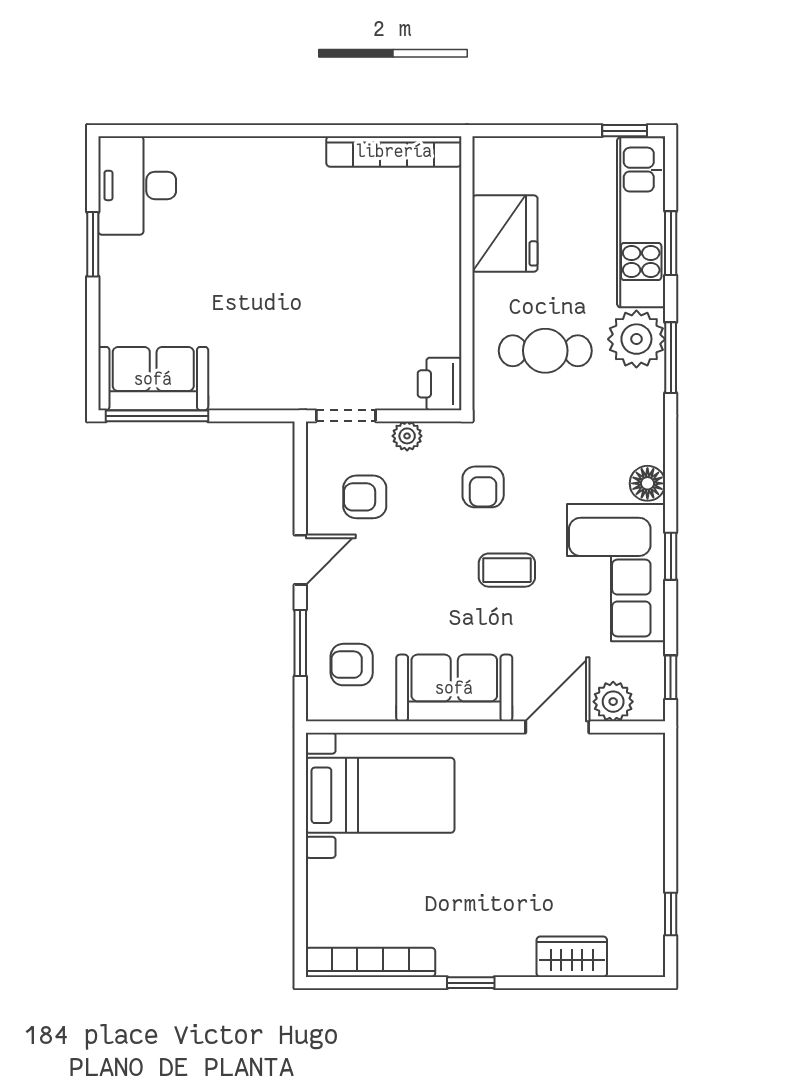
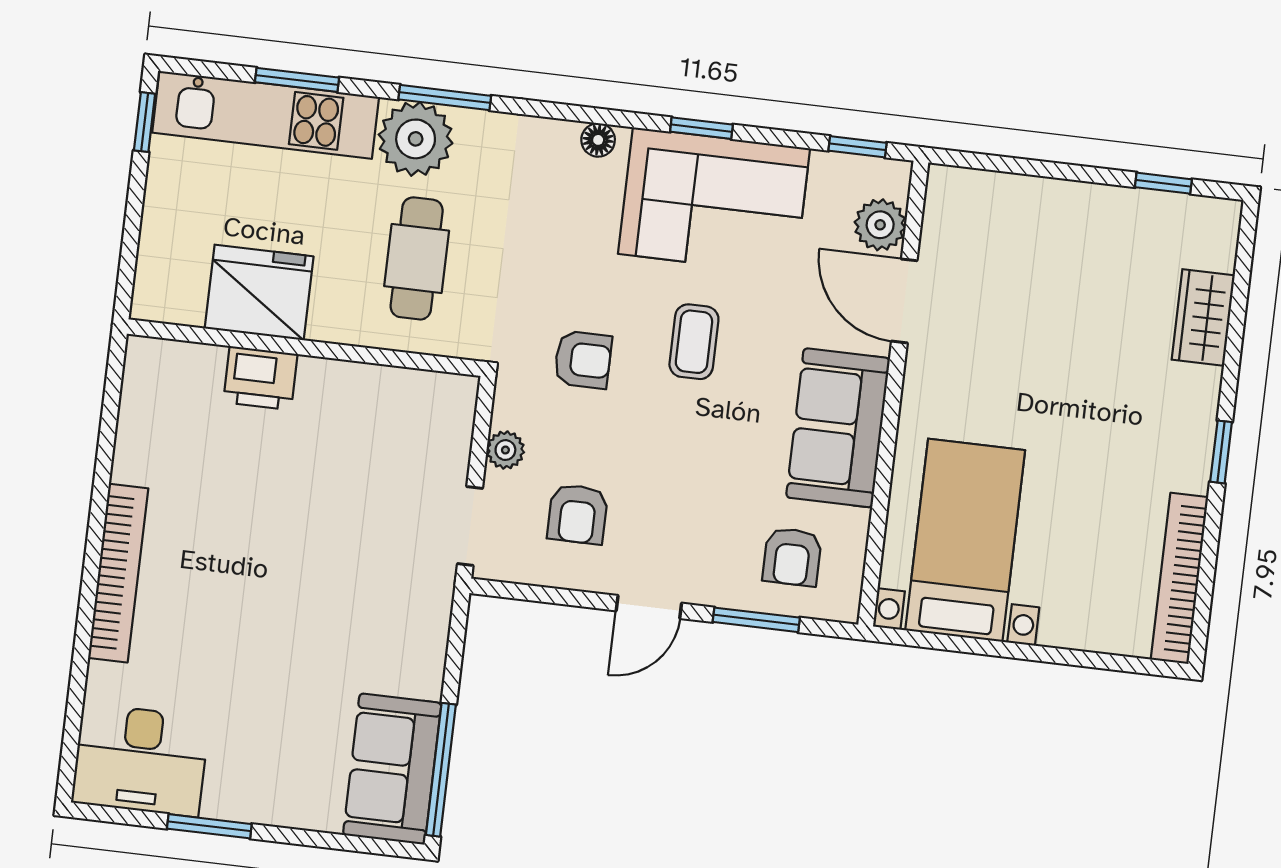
bookcase: (394, 151) -> (118, 573), moved
printer: (440, 384) -> (260, 378), moved
floor lamp: (647, 483) -> (598, 140), width x0.73, depth x0.73
door: (300, 560) -> (649, 607), swing flipped

